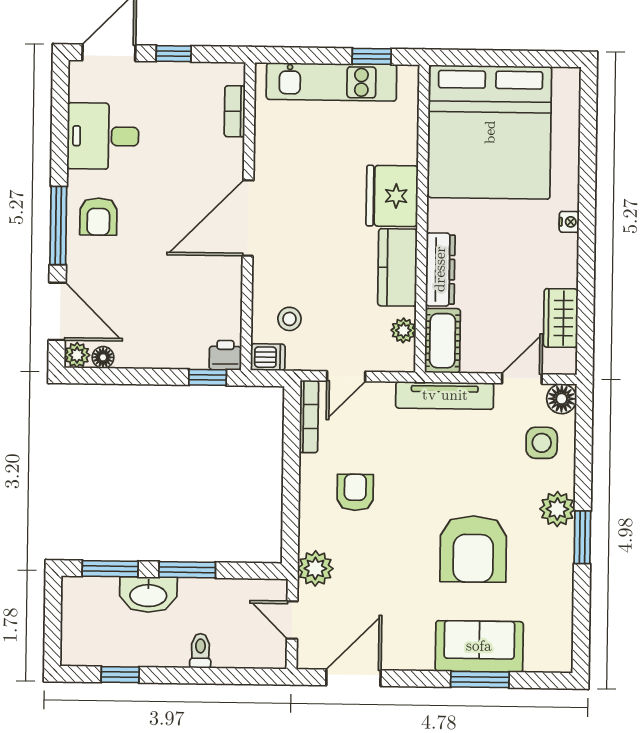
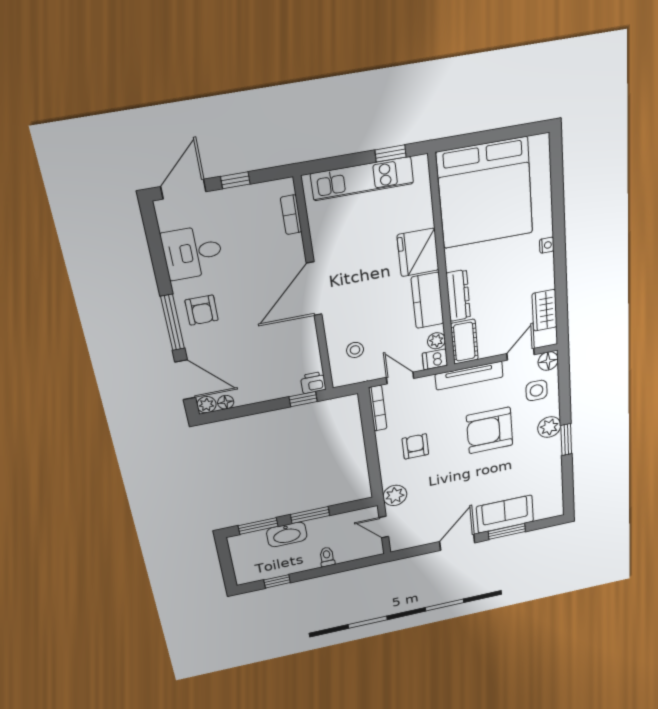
dishwasher: (268, 357) -> (435, 359), moved, turned 180
door: (346, 376) -> (400, 378), swing flipped
armchair: (473, 549) -> (490, 430), moved, turned 90
door: (353, 678) -> (457, 542), moved

